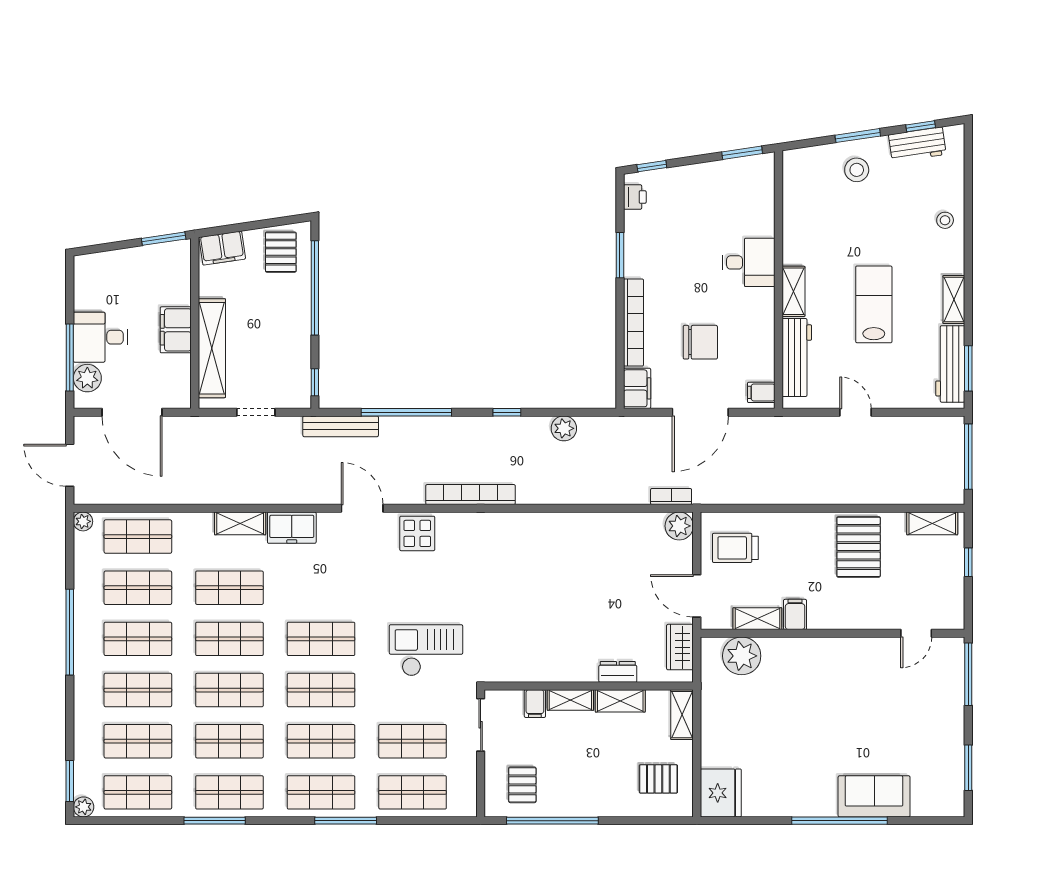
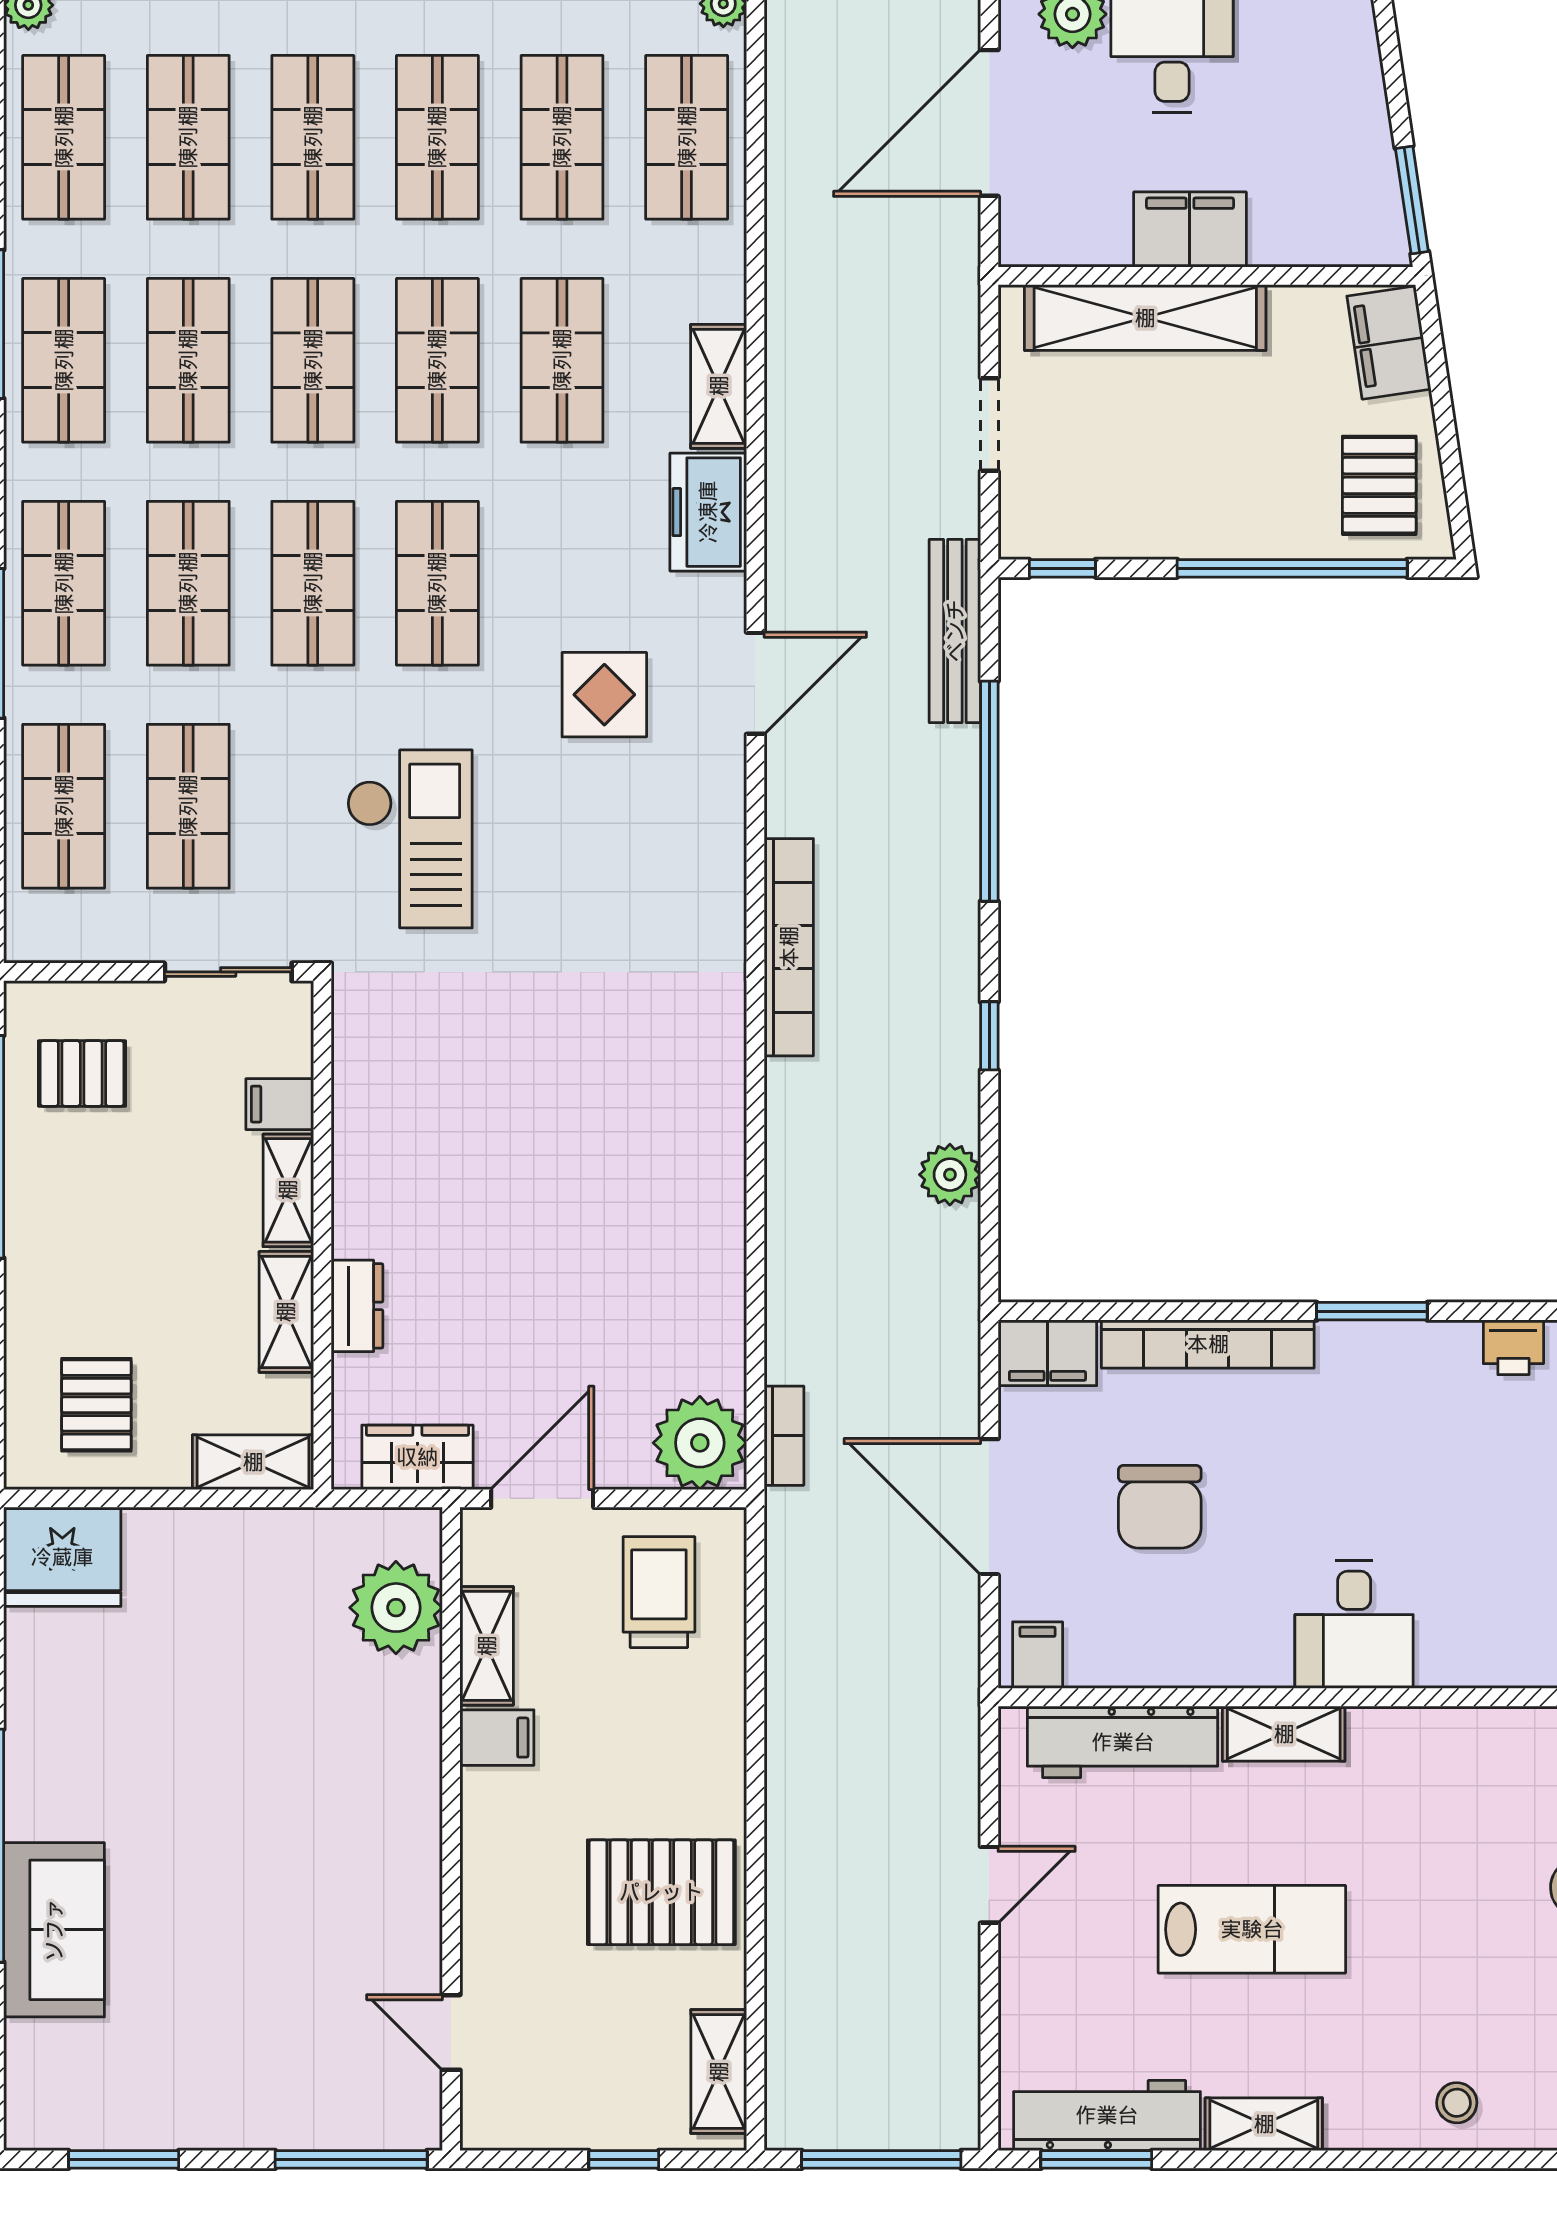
pallet: (281, 252) -> (1379, 485), turned 90
plant: (679, 526) -> (700, 1443), width x1.36, depth x1.36
display table: (417, 533) -> (604, 695), moved

